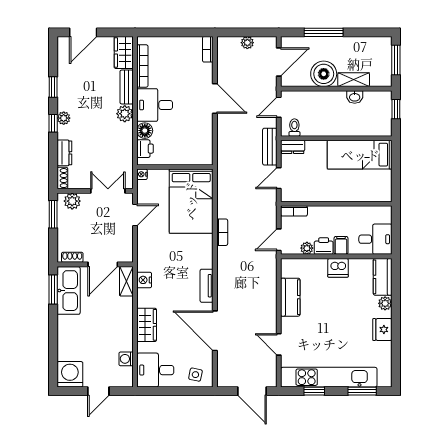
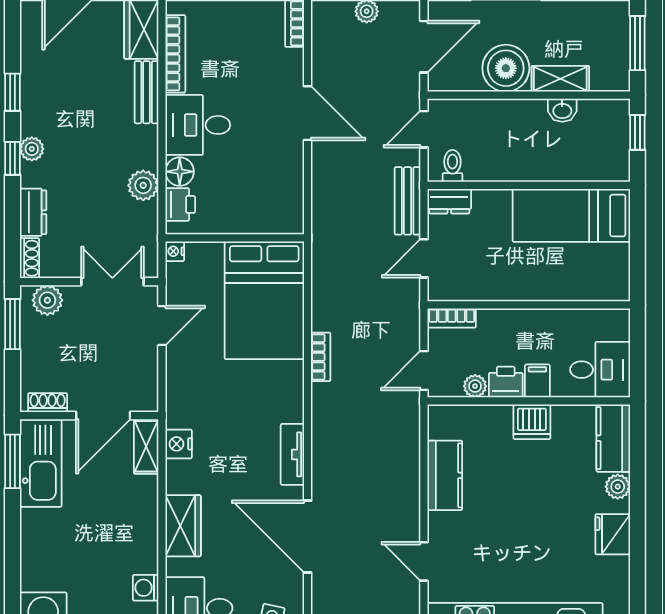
plant: (125, 114) -> (143, 185), moved

